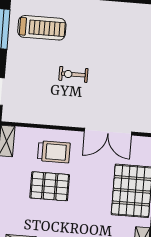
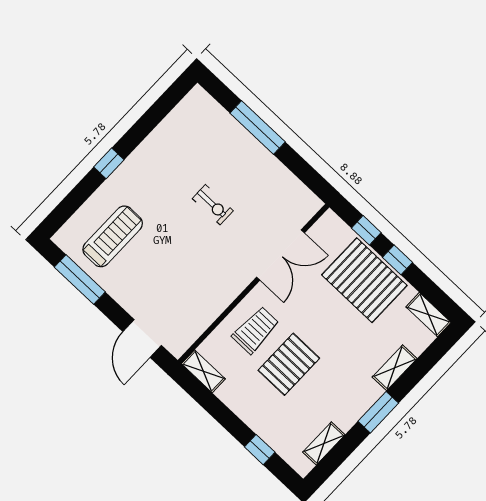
exercise bike: (73, 74) -> (213, 205), moved, turned -90

